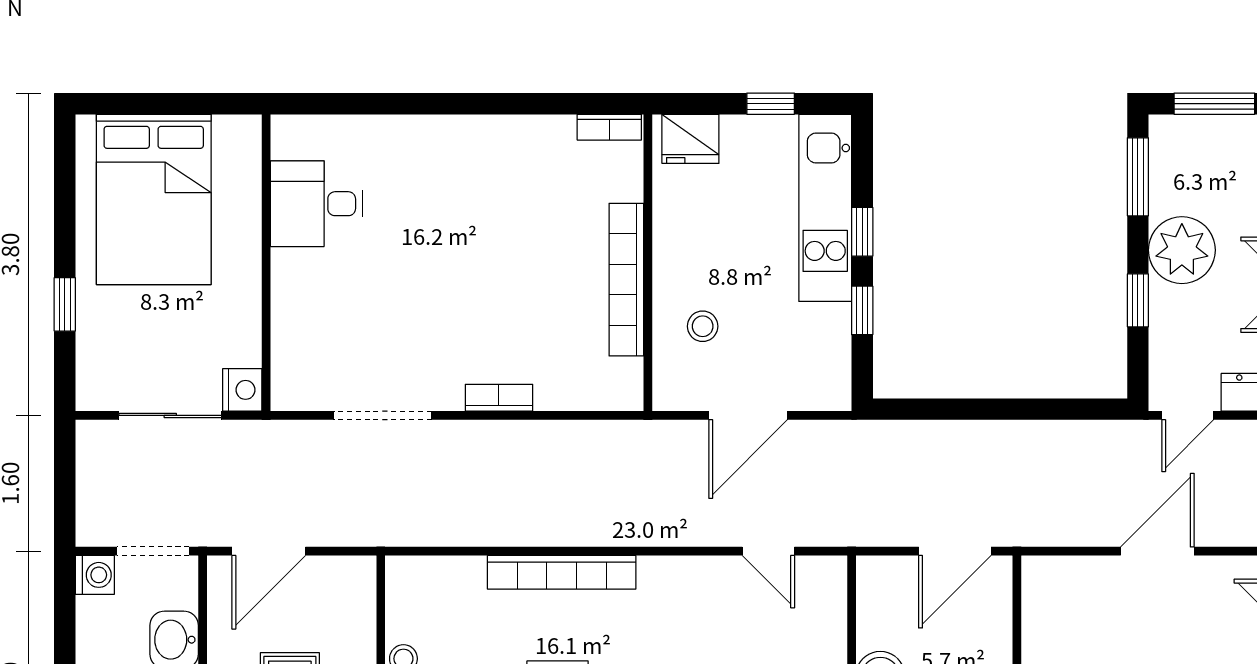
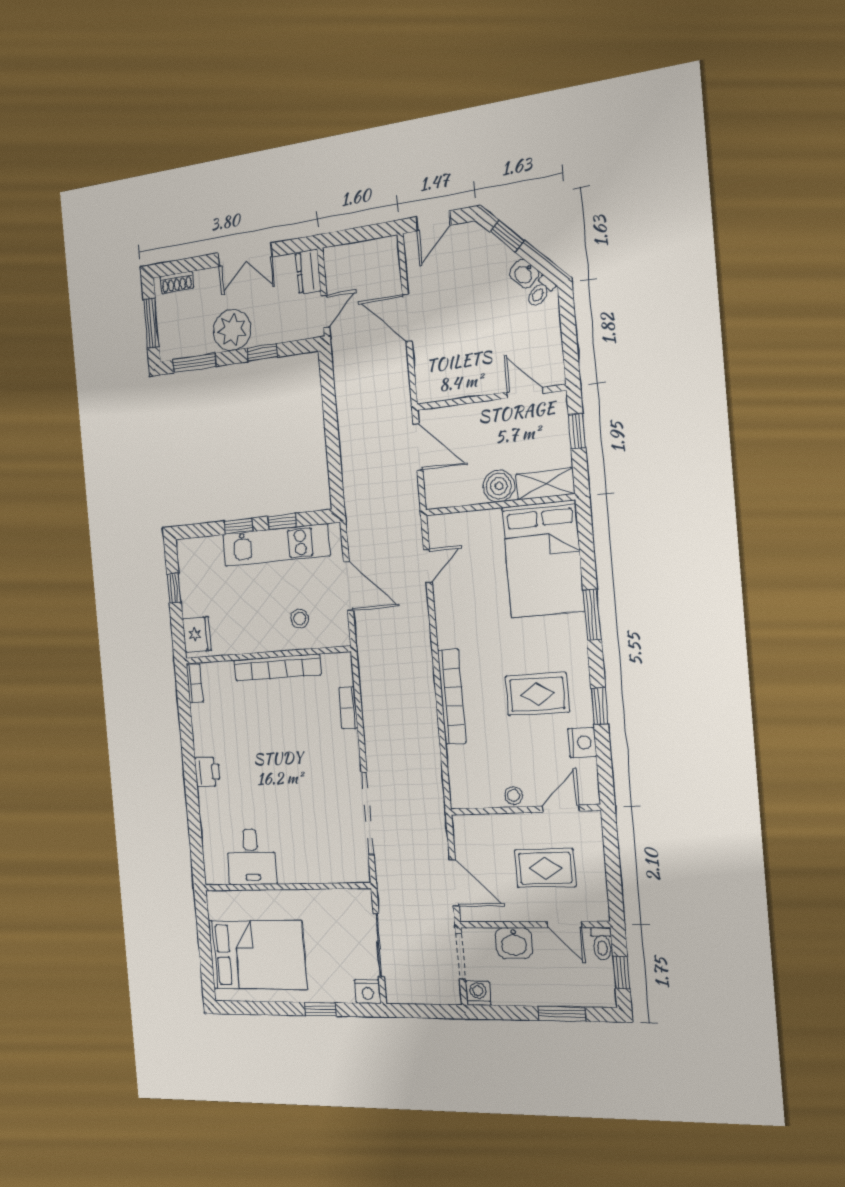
printer: (460, 136) -> (207, 772), added
kitchen unit: (825, 208) -> (276, 545), moved
nightstand: (242, 390) -> (368, 991), moved, turned 180
bookcase: (499, 398) -> (348, 708), moved
doorway: (383, 415) -> (368, 813), width x1.36
door: (1188, 415) -> (325, 311), hinge flipped

